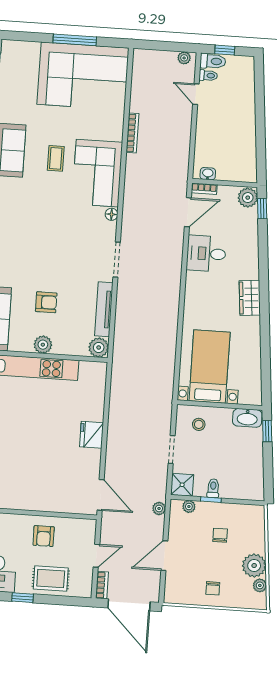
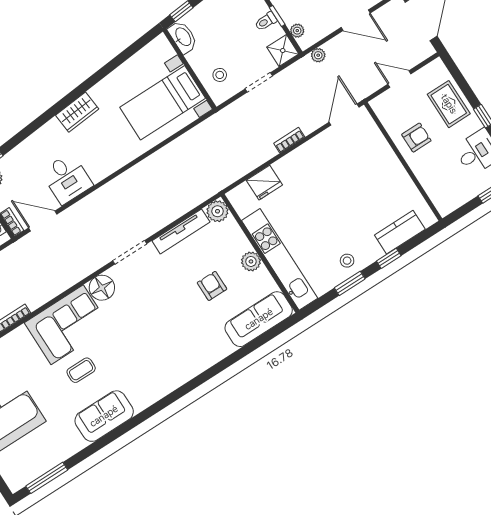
floor lamp: (111, 214) -> (102, 288), width x1.89, depth x1.89
fridge: (92, 435) -> (264, 183), moved
bookcase: (102, 585) -> (289, 140), moved

